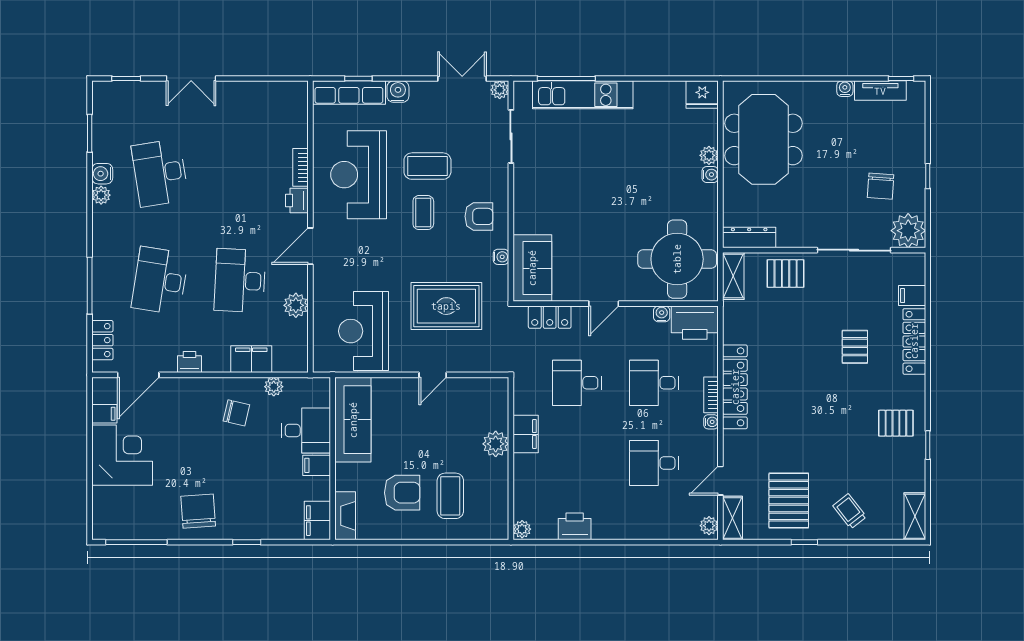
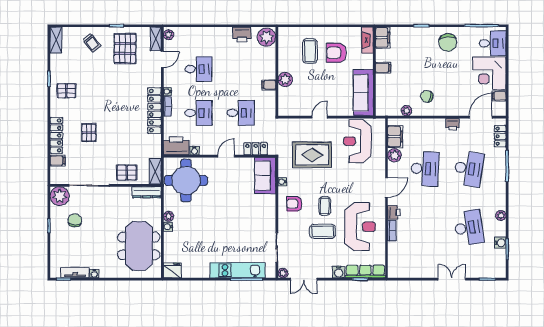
plant: (709, 155) -> (169, 216), moved
water cooler: (102, 174) -> (500, 243), moved
reception desk: (364, 331) -> (357, 141), turned 180
filing cabinet: (251, 359) -> (395, 136), moved, turned -90
desk: (306, 431) -> (493, 43), moved, turned 180
filing cabinet: (526, 434) -> (269, 85), width x0.50
plant: (522, 529) -> (267, 37), width x1.87, depth x1.87

